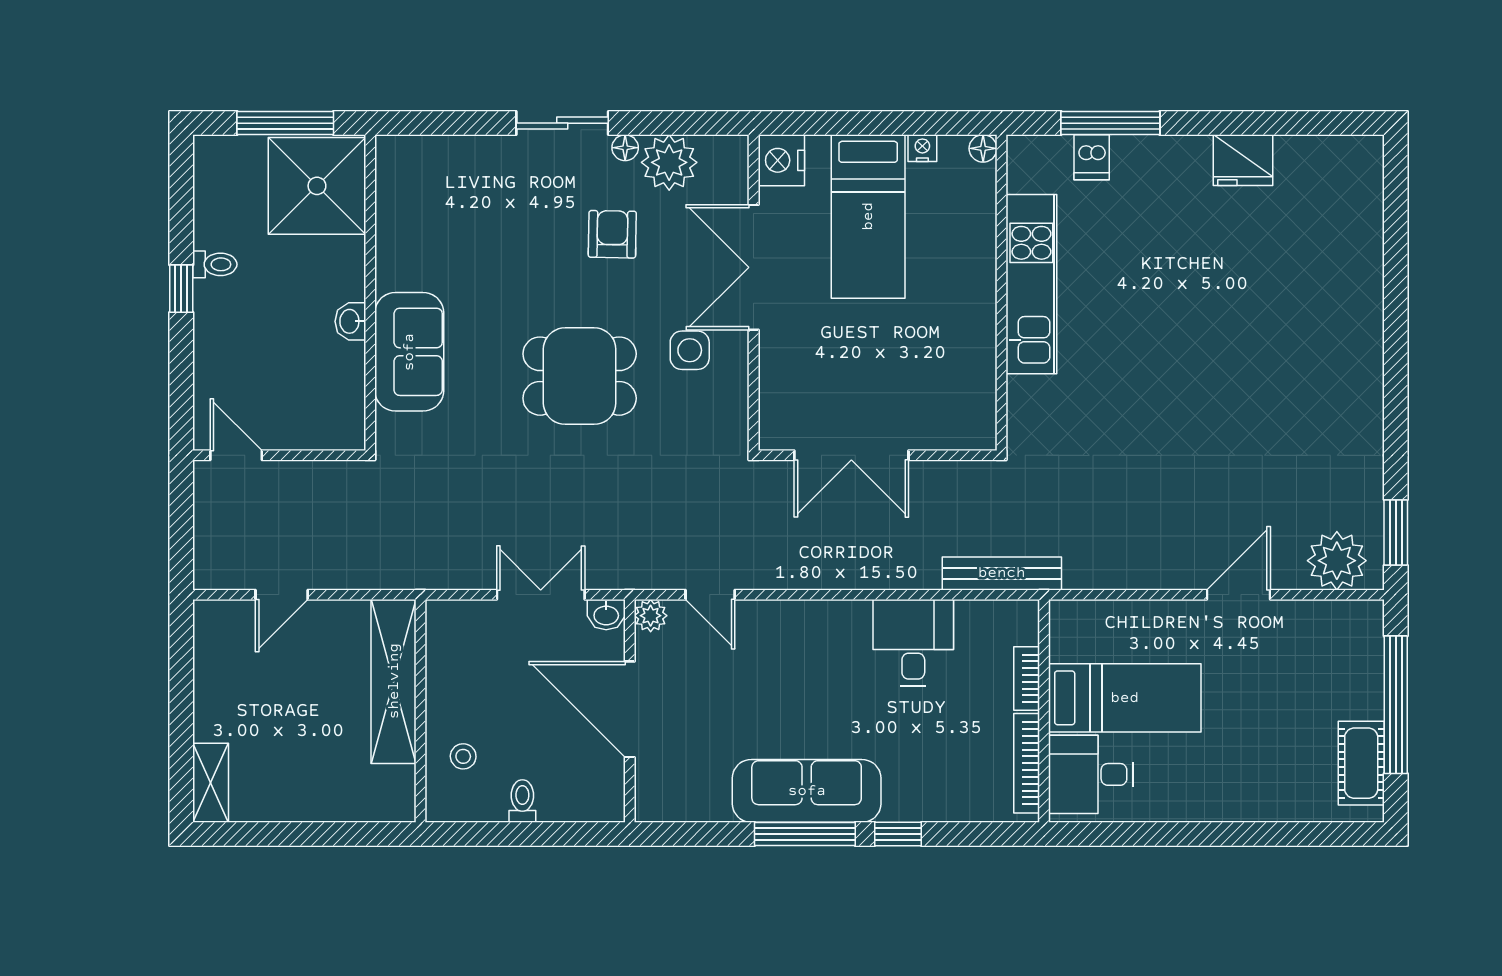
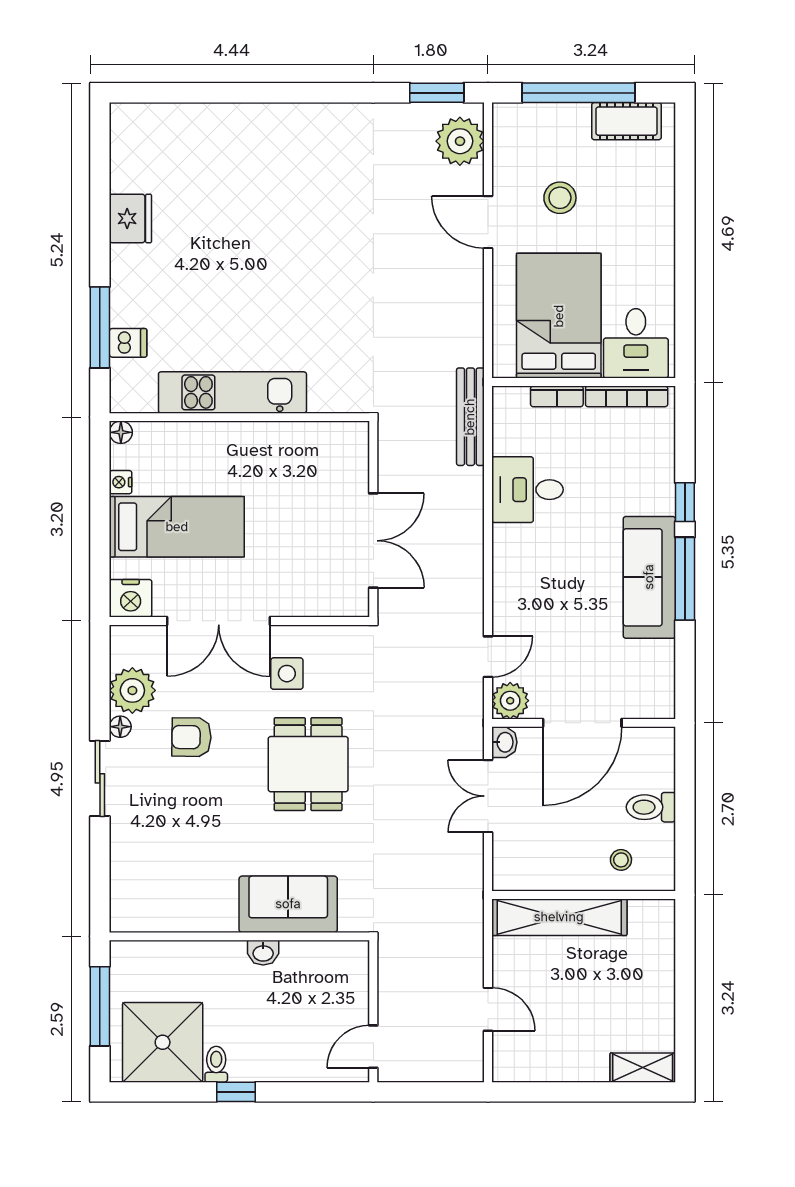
shower: (317, 186) -> (163, 1042), moved
plant: (651, 616) -> (510, 701), width x1.38, depth x1.38
stool: (1268, 682) -> (560, 198), added
bed: (1125, 698) -> (559, 316), width x1.50
toilet: (522, 801) -> (651, 807), width x1.37, depth x1.39

